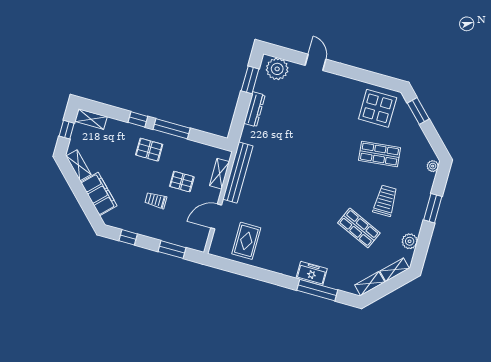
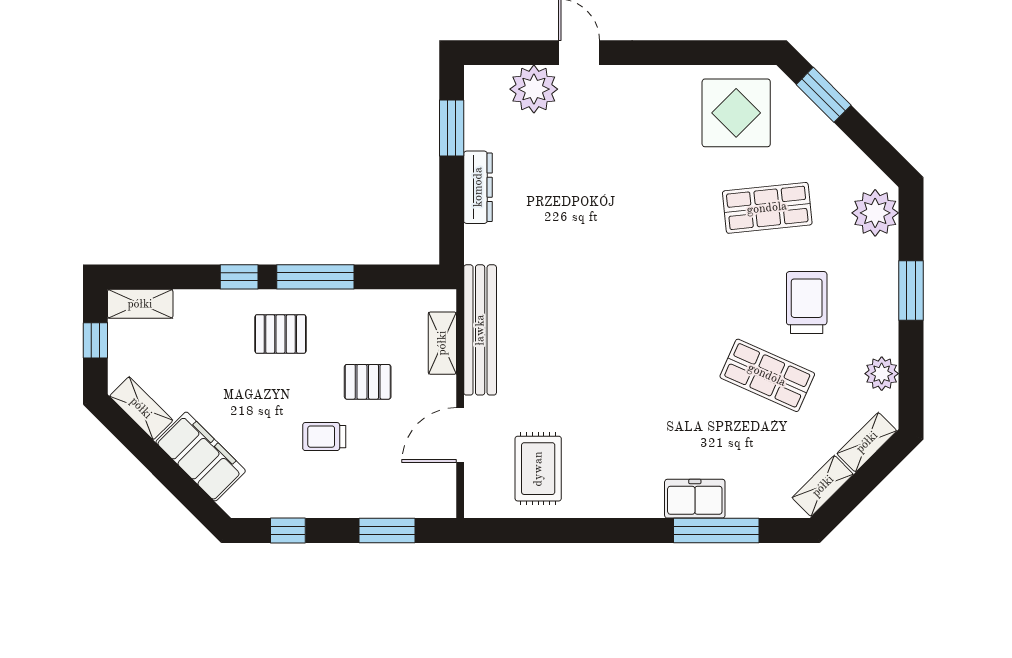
plant: (277, 69) -> (534, 89), moved
plant: (433, 166) -> (875, 213), width x1.87, depth x1.87

